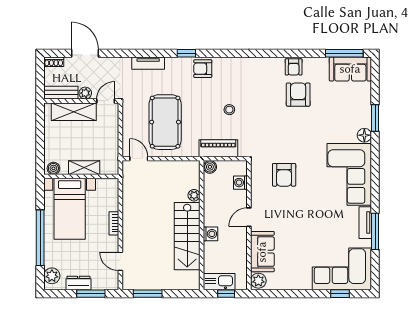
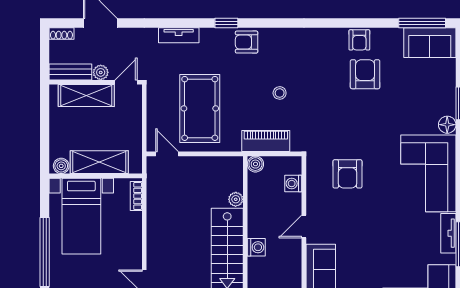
shelving: (84, 168) -> (99, 162), width x1.50, depth x1.33
bookcase: (114, 223) -> (136, 196), moved

